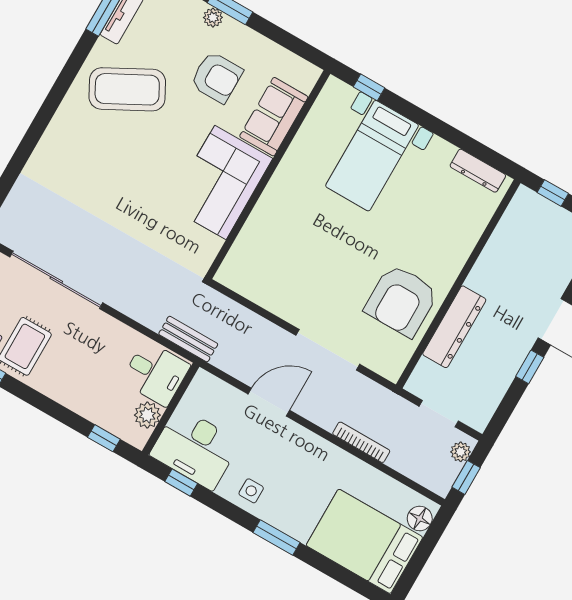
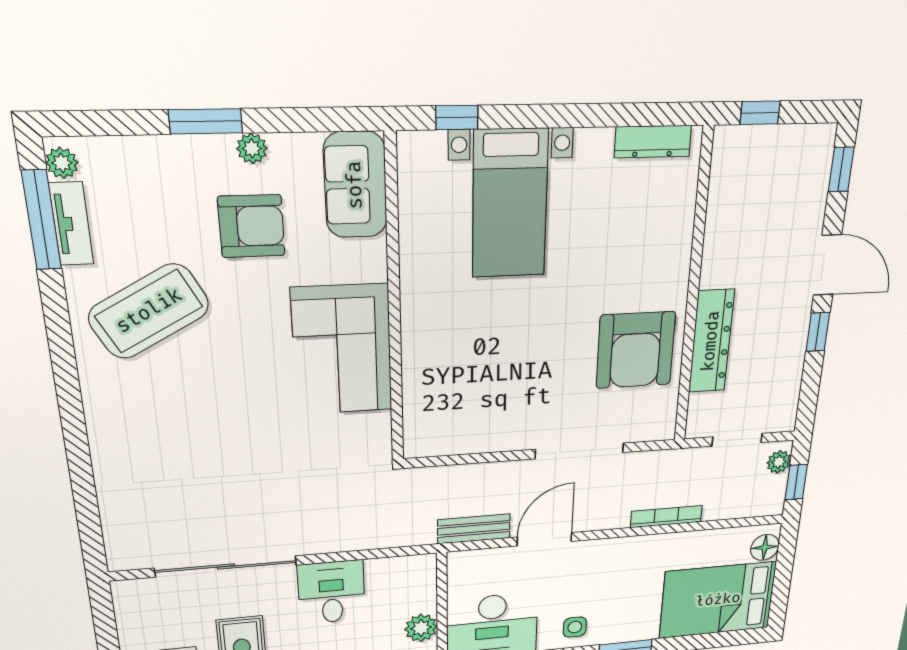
plant: (213, 18) -> (252, 148), moved
sofa: (274, 117) -> (355, 185), moved
bench: (188, 339) -> (474, 529), moved
desk: (156, 373) -> (332, 592), moved, turned -90

